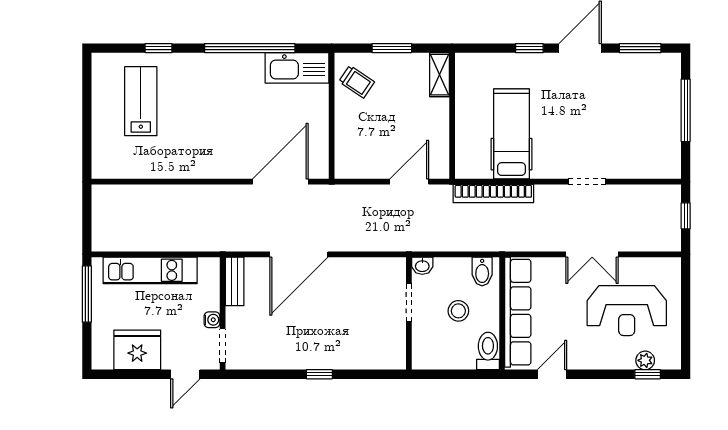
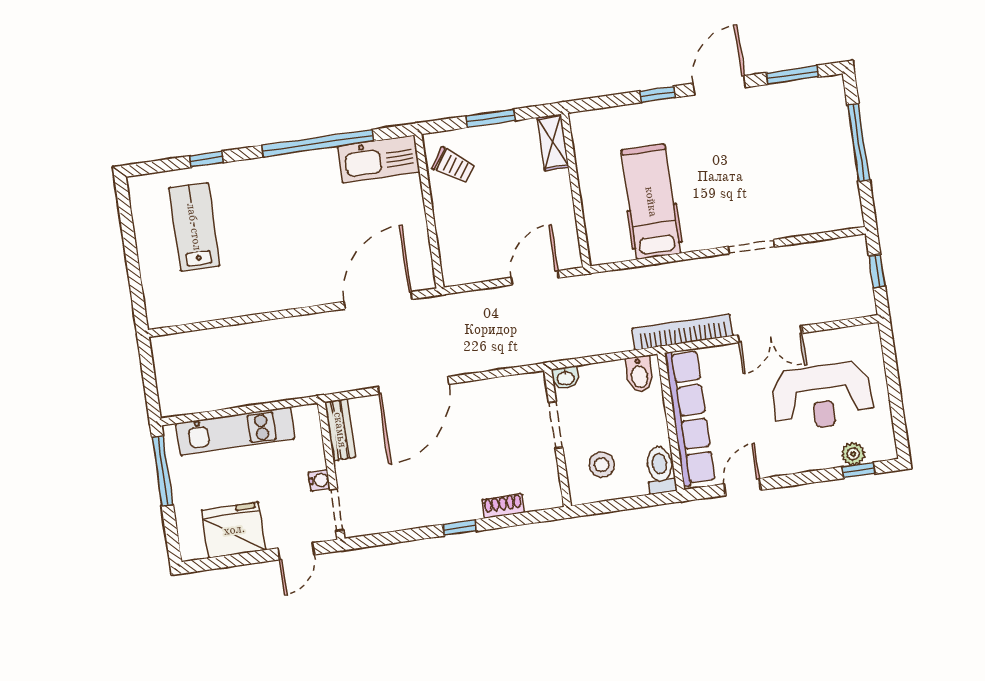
bookcase: (493, 194) -> (683, 332), moved, turned 180
stool: (458, 311) -> (602, 465), moved
shoe rack: (357, 362) -> (503, 506), added

